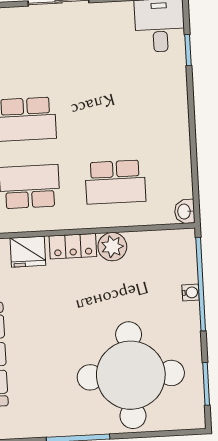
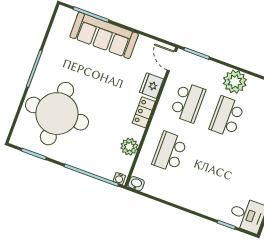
plant: (112, 247) -> (129, 147), moved
water cooler: (191, 293) -> (119, 178), moved

